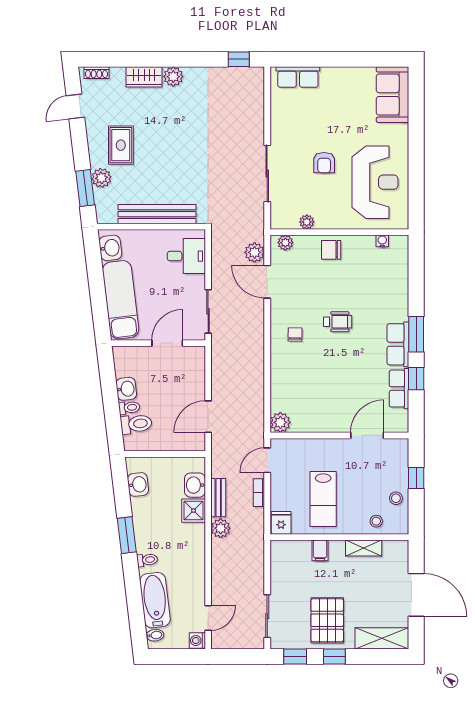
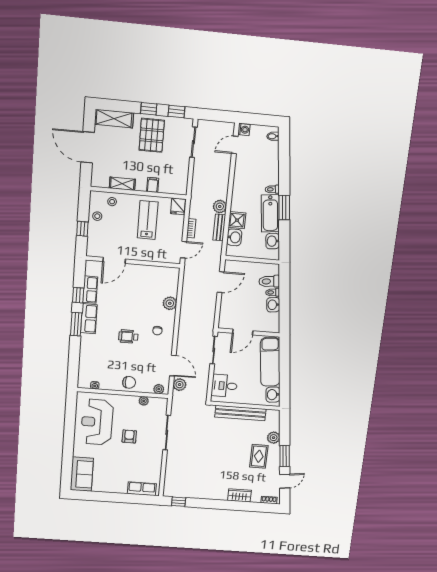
plant: (173, 77) -> (221, 494), removed
window: (85, 188) -> (285, 456), moved
plant: (280, 422) -> (170, 303), moved
bathtub: (155, 600) -> (270, 213), moved

